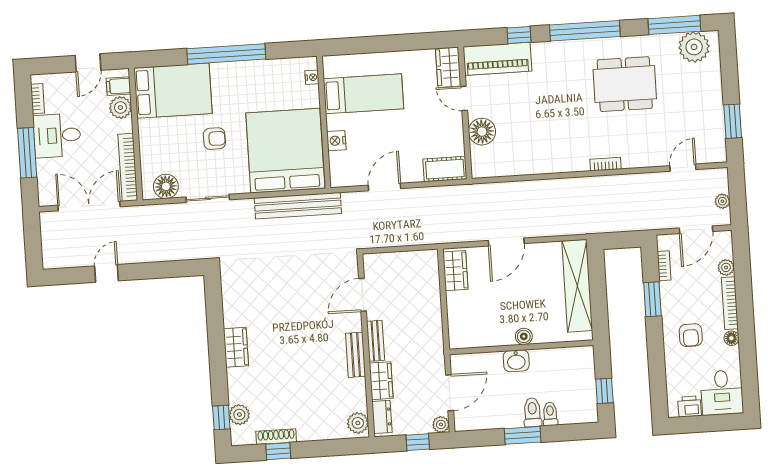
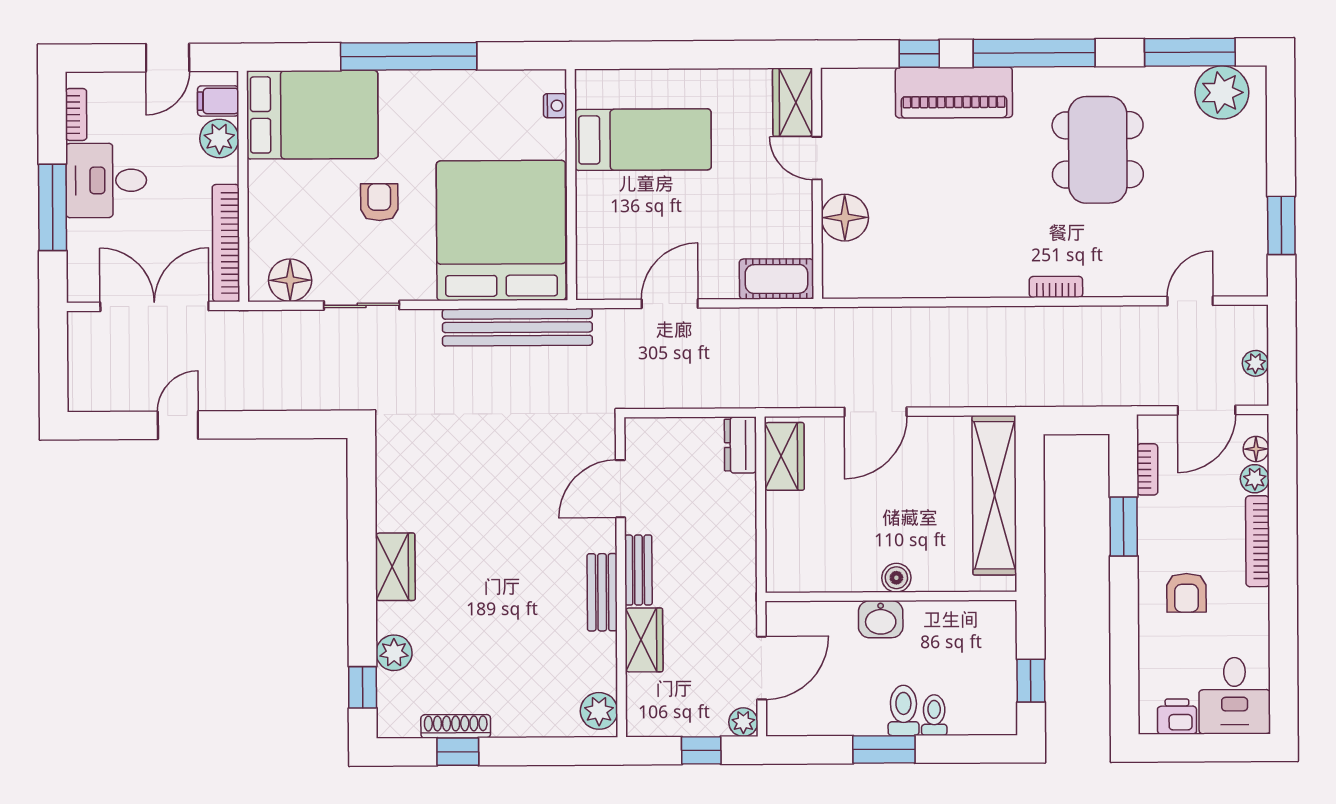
piano: (497, 59) -> (954, 92), moved
dining table: (625, 84) -> (1098, 150), turned 90
armchair: (214, 139) -> (379, 202), turned -90
nightstand: (336, 141) -> (591, 218), removed
floor lamp: (731, 338) -> (1256, 449), moved
plant: (239, 415) -> (394, 653), moved
dresser: (382, 417) -> (740, 445), moved, turned 180

